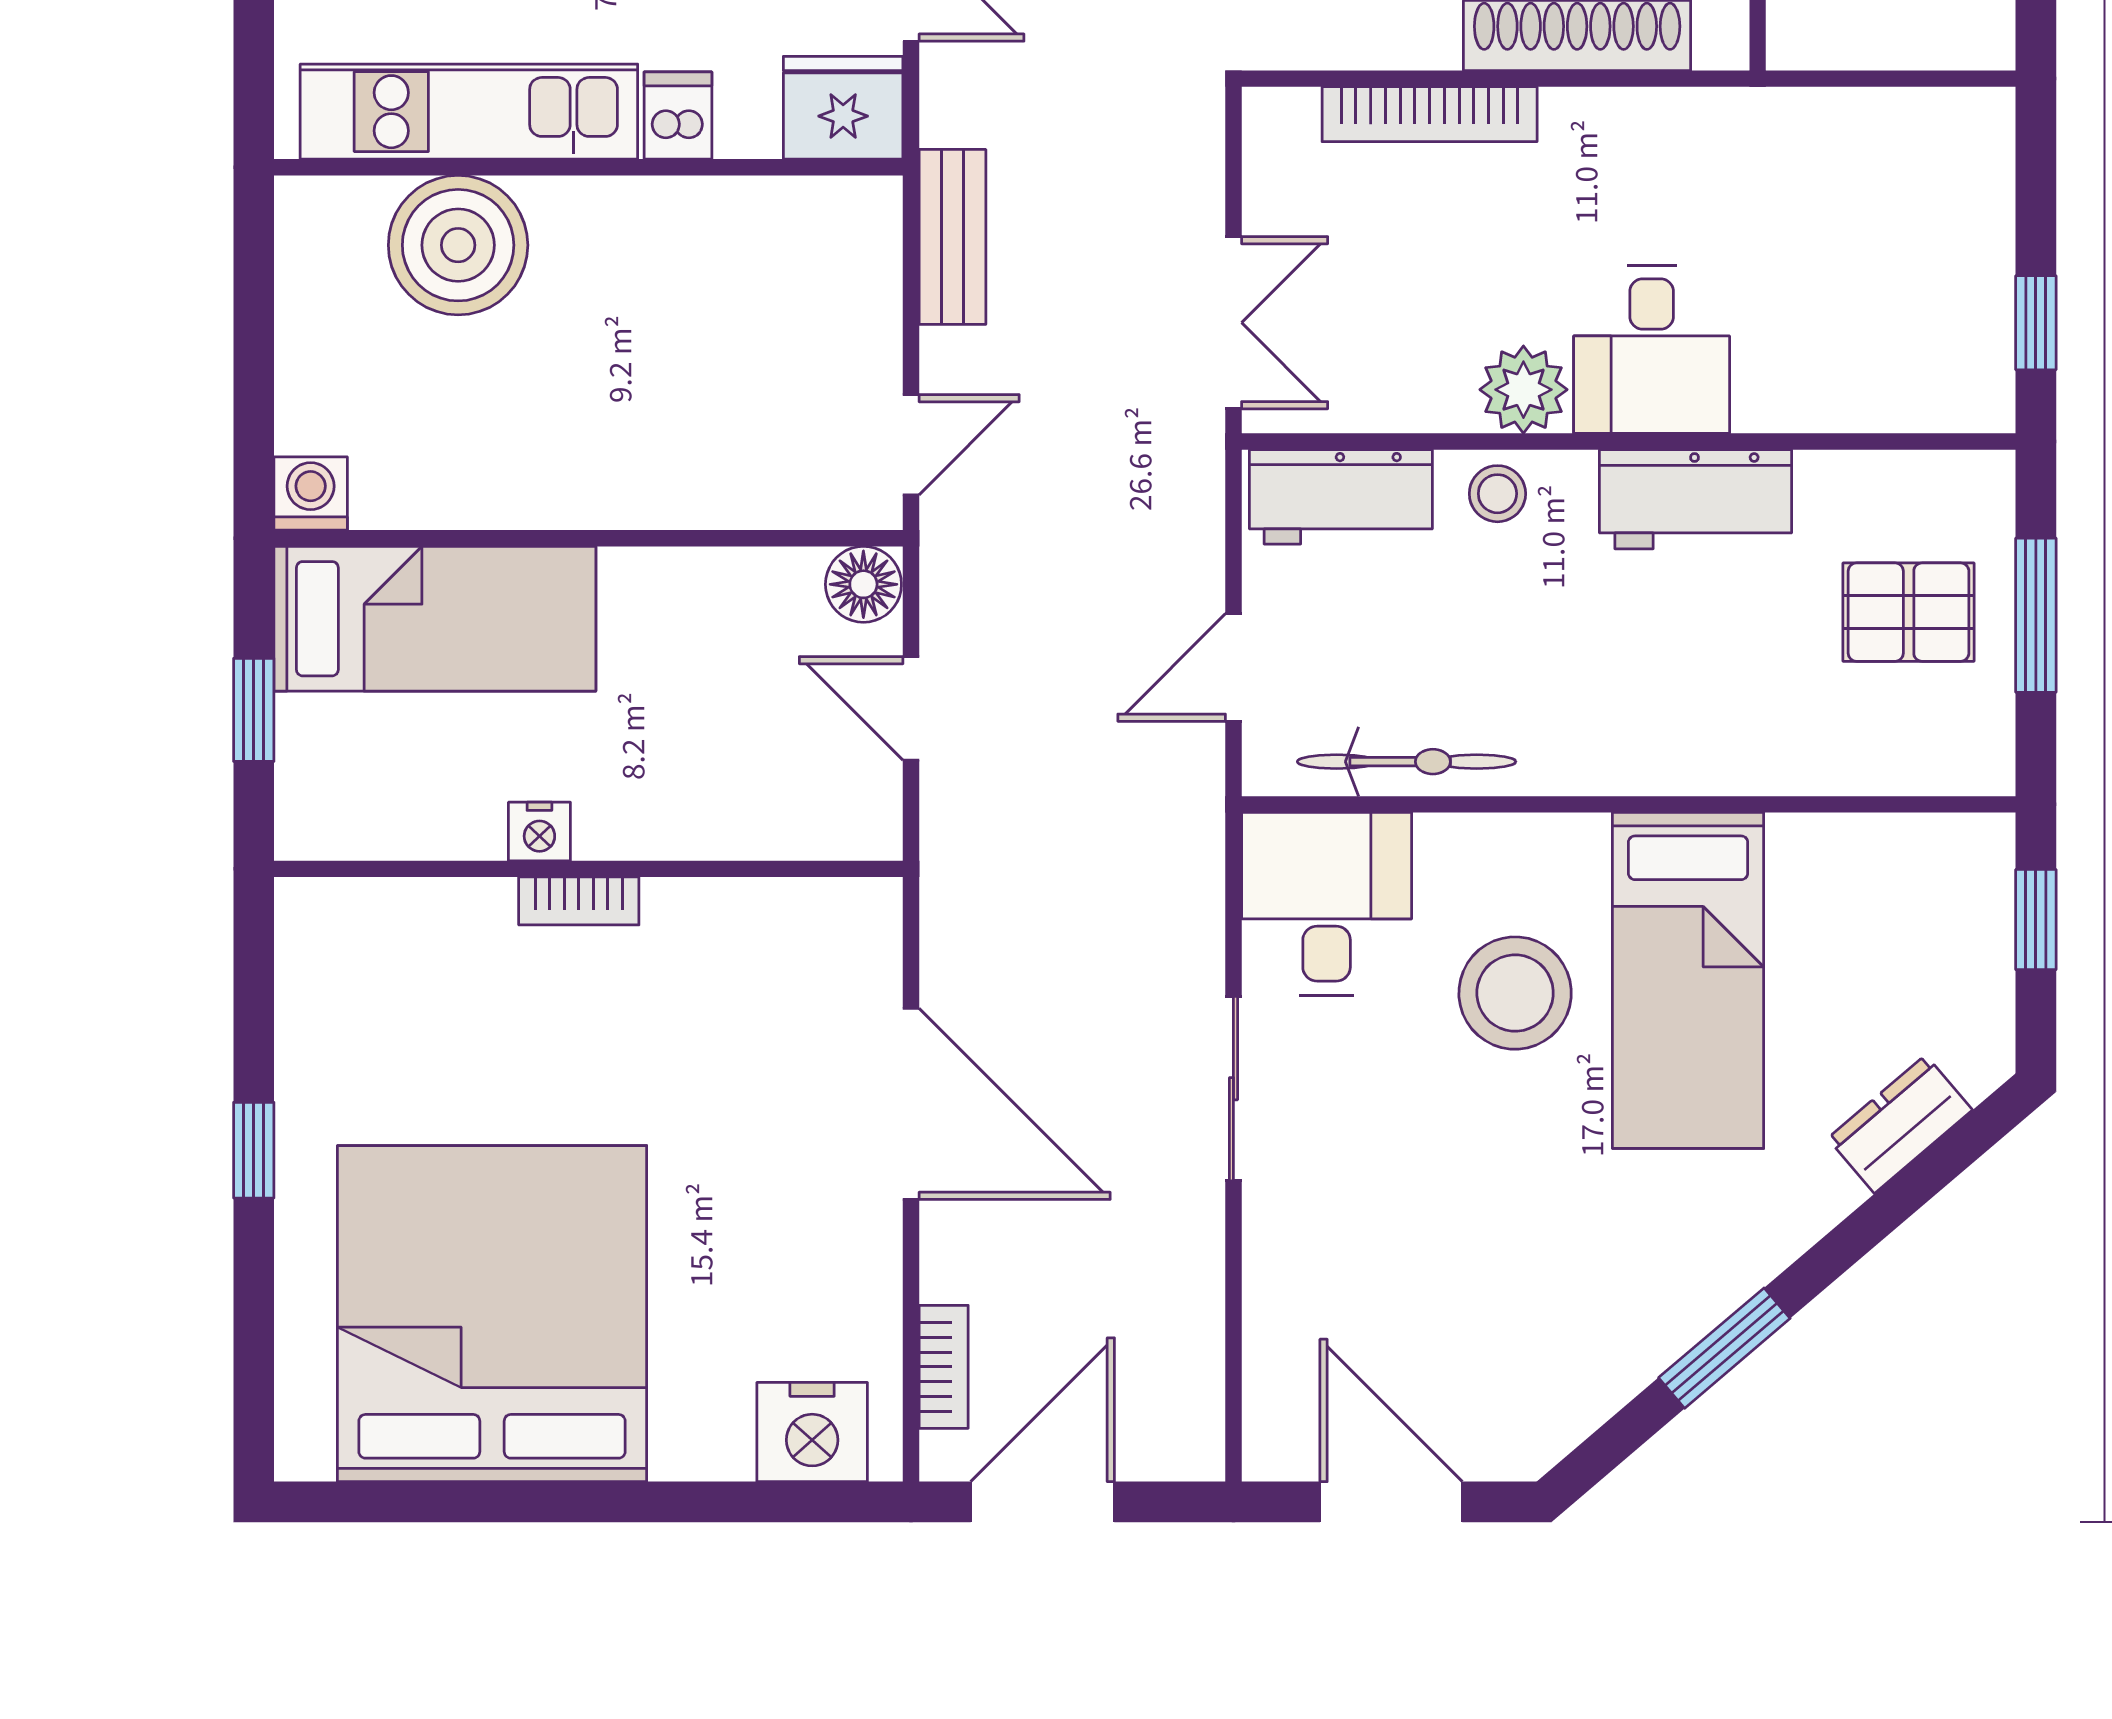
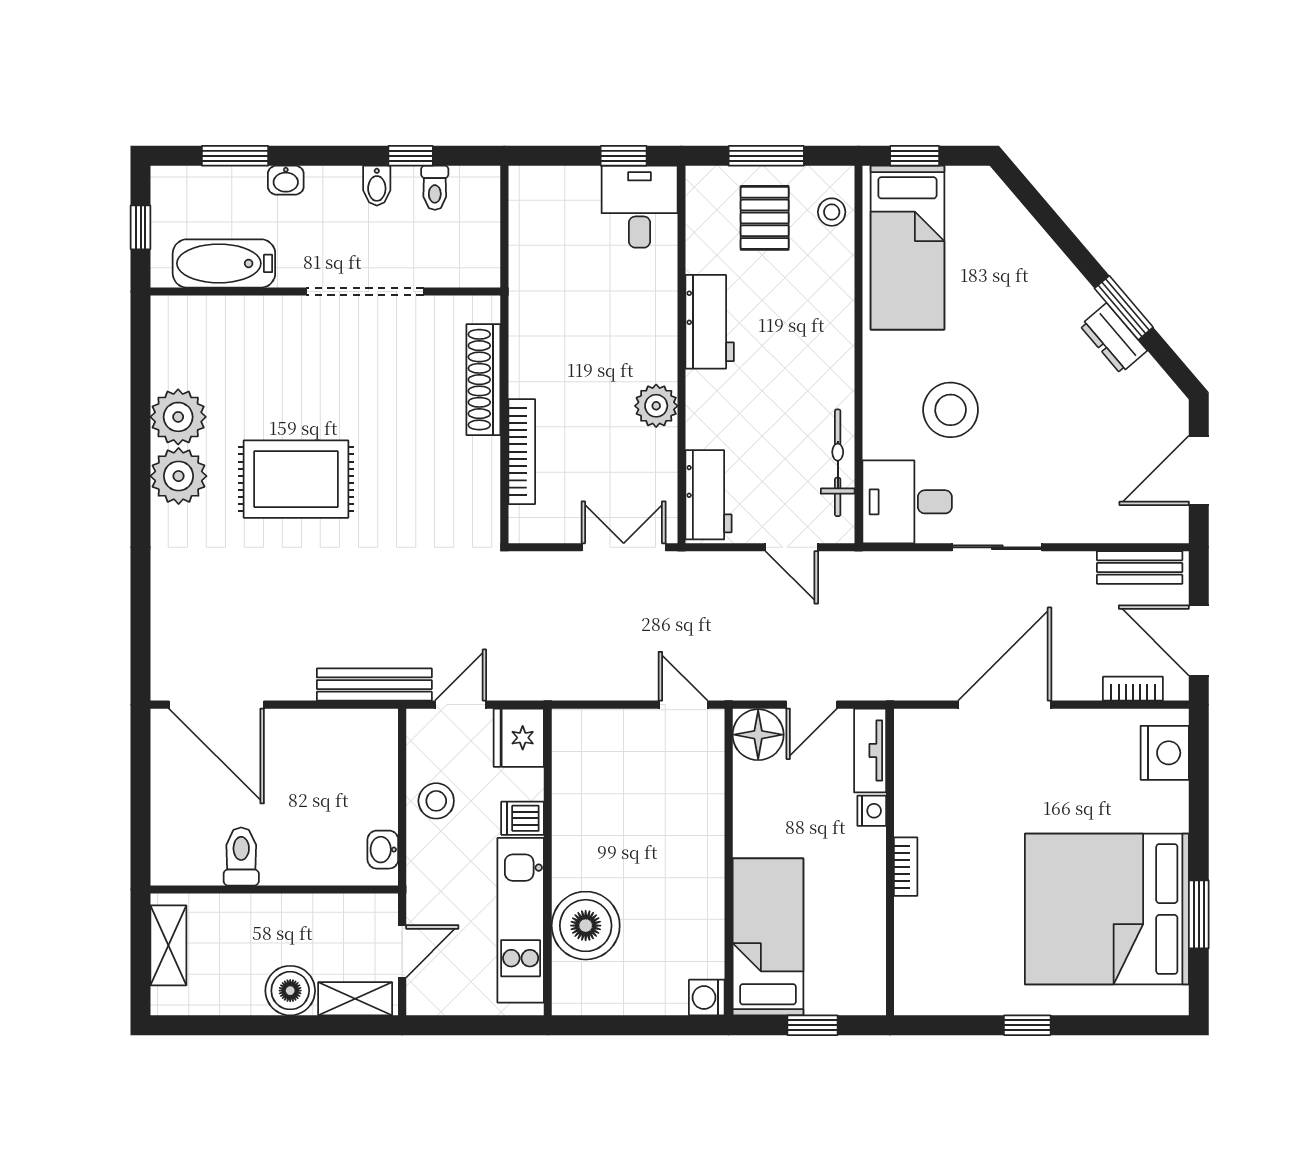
bench: (952, 237) -> (1140, 567), moved
desk: (1652, 349) -> (640, 207), moved, turned -90
stool: (1497, 494) -> (832, 212), moved
floor lamp: (863, 584) -> (758, 735), width x1.38, depth x1.38
tv unit: (817, 828) -> (870, 751), added
nightstand: (539, 831) -> (872, 811), moved
bed: (1688, 980) -> (907, 248), moved, turned 90
dresser: (1900, 1124) -> (1114, 338), moved
window: (481, 1502) -> (1199, 914), added

